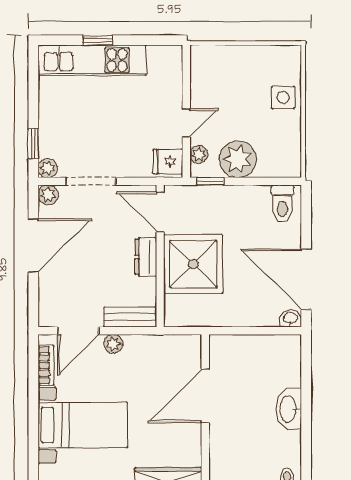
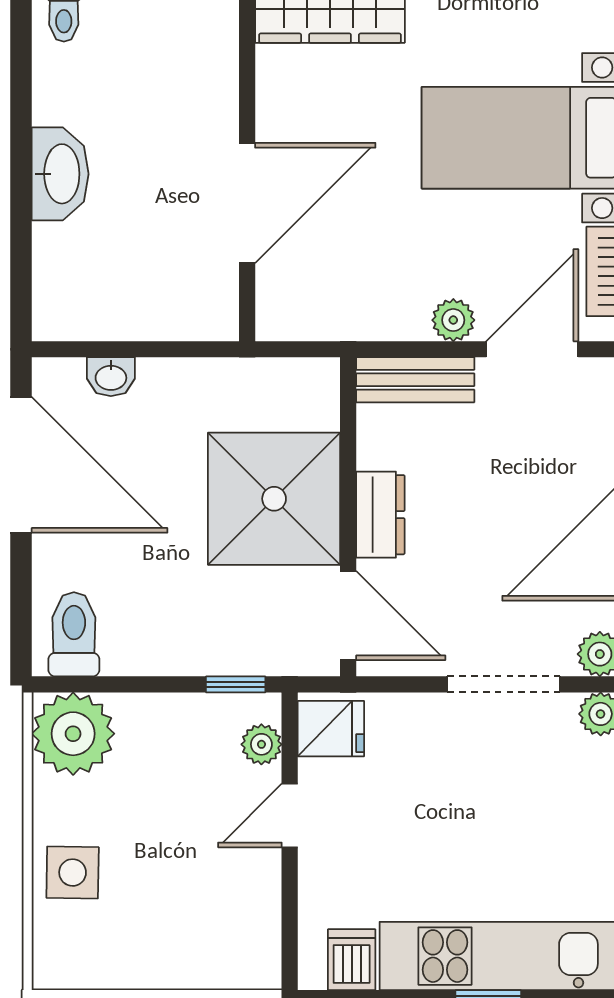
dishwasher: (159, 59) -> (352, 960), added
plant: (238, 159) -> (73, 734), moved
washbasin: (291, 318) -> (111, 377), moved

